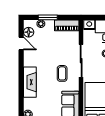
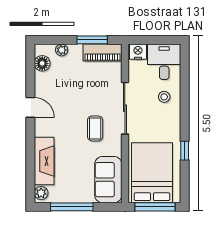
window: (48, 17) -> (92, 40), moved
door: (21, 44) -> (30, 107), moved
fireplace: (30, 82) -> (44, 161), moved

